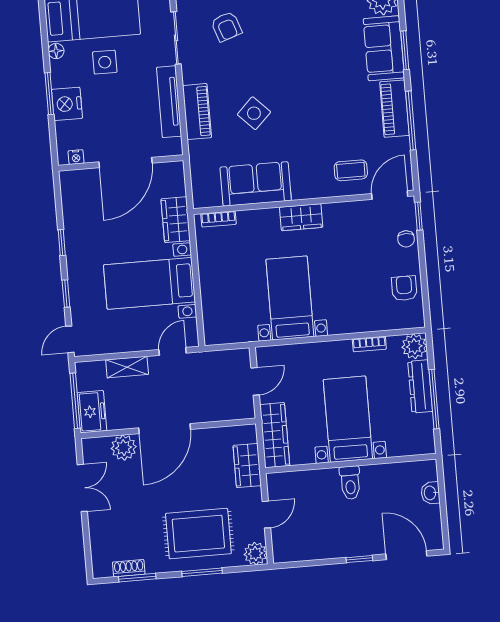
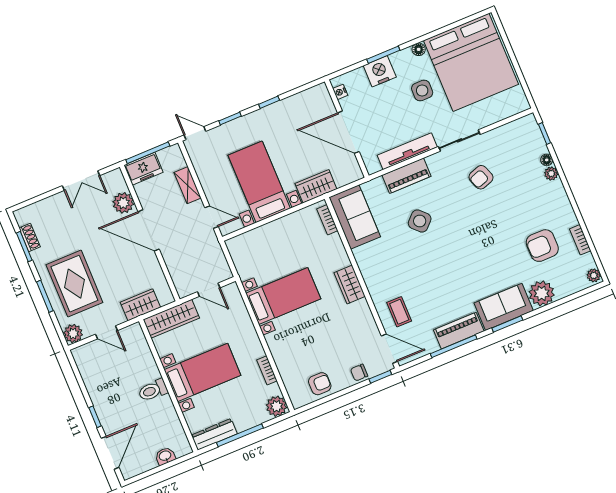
sofa: (256, 184) -> (355, 217), moved
dresser: (420, 386) -> (214, 434), moved

